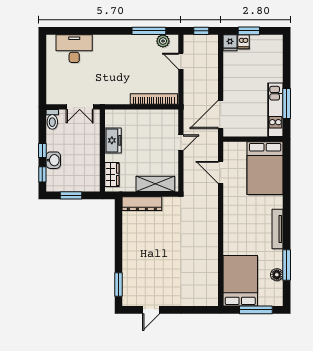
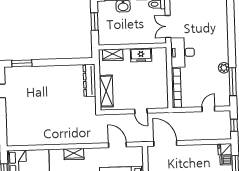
plant: (163, 41) -> (224, 68), moved
desk: (74, 49) -> (183, 52), moved, turned 180
door: (221, 172) -> (117, 145), hinge flipped
wardrobe: (230, 225) -> (74, 154), added

